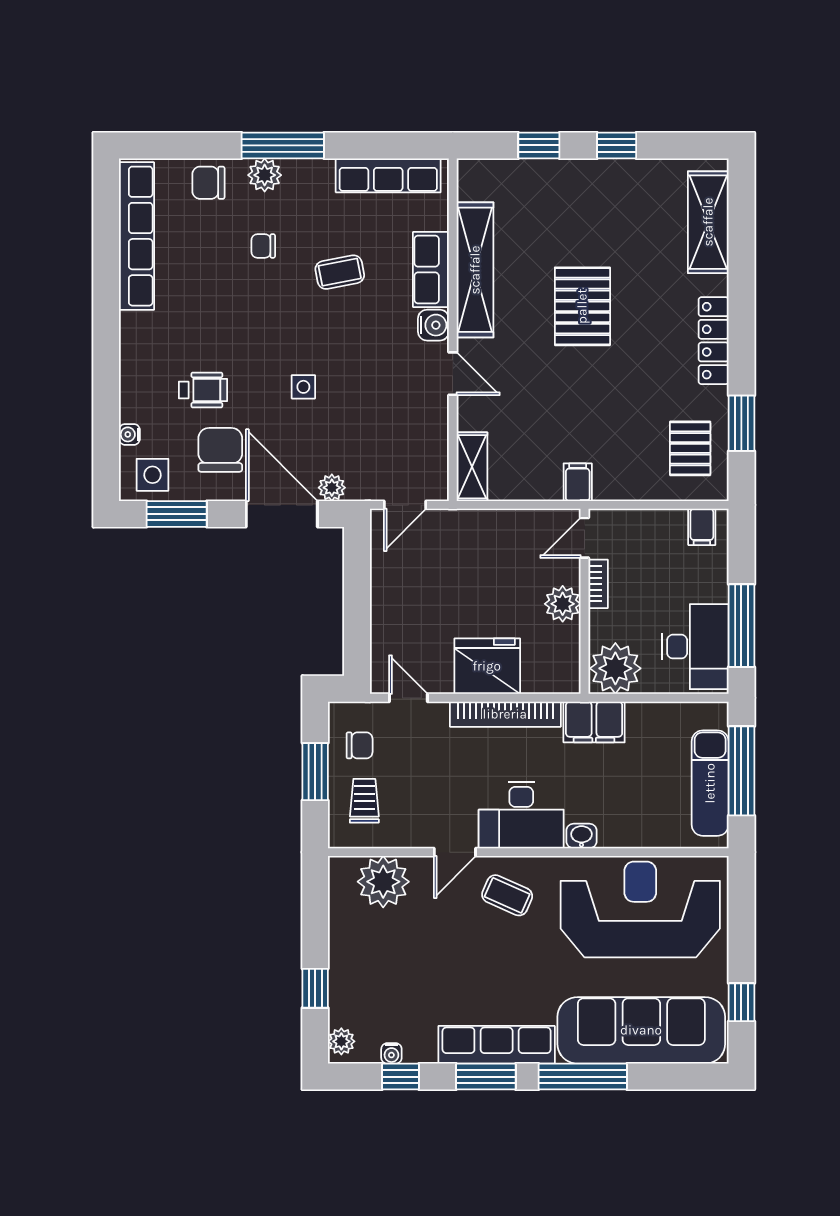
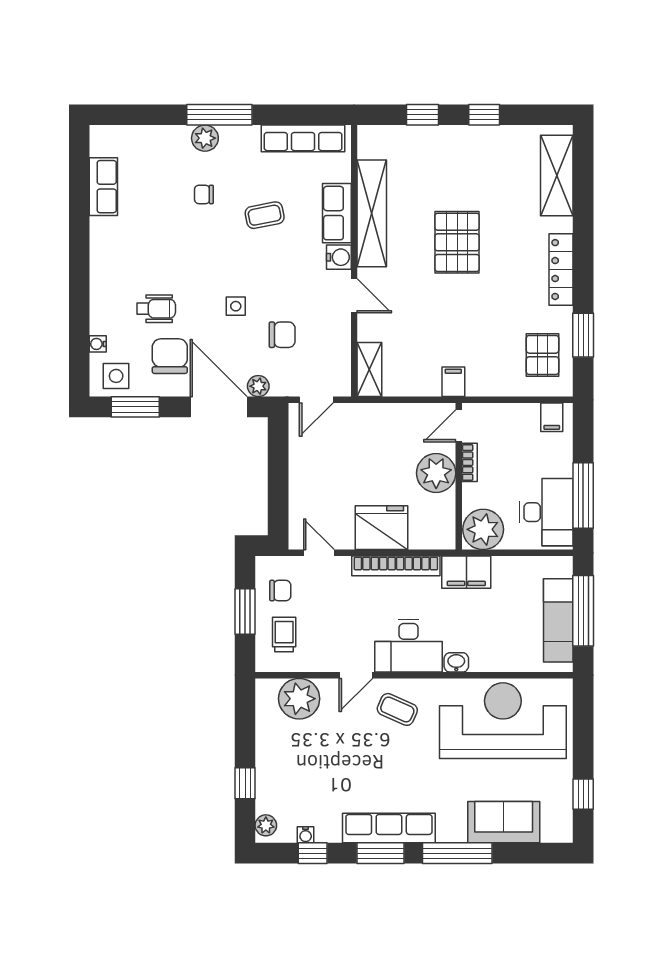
chair: (208, 183) -> (282, 335), moved, turned 180
row of seats: (137, 236) -> (103, 187), width x0.50
plant: (563, 604) -> (436, 473), width x1.36, depth x1.36
sofa: (641, 1030) -> (504, 822), width x0.54, depth x0.79

